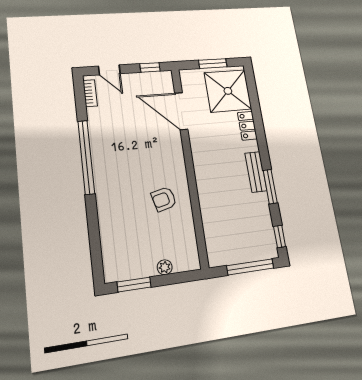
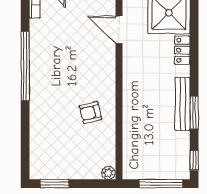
door: (181, 111) -> (119, 30), width x0.73
bench: (256, 172) -> (183, 104), width x1.36
plant: (165, 267) -> (108, 173), moved

